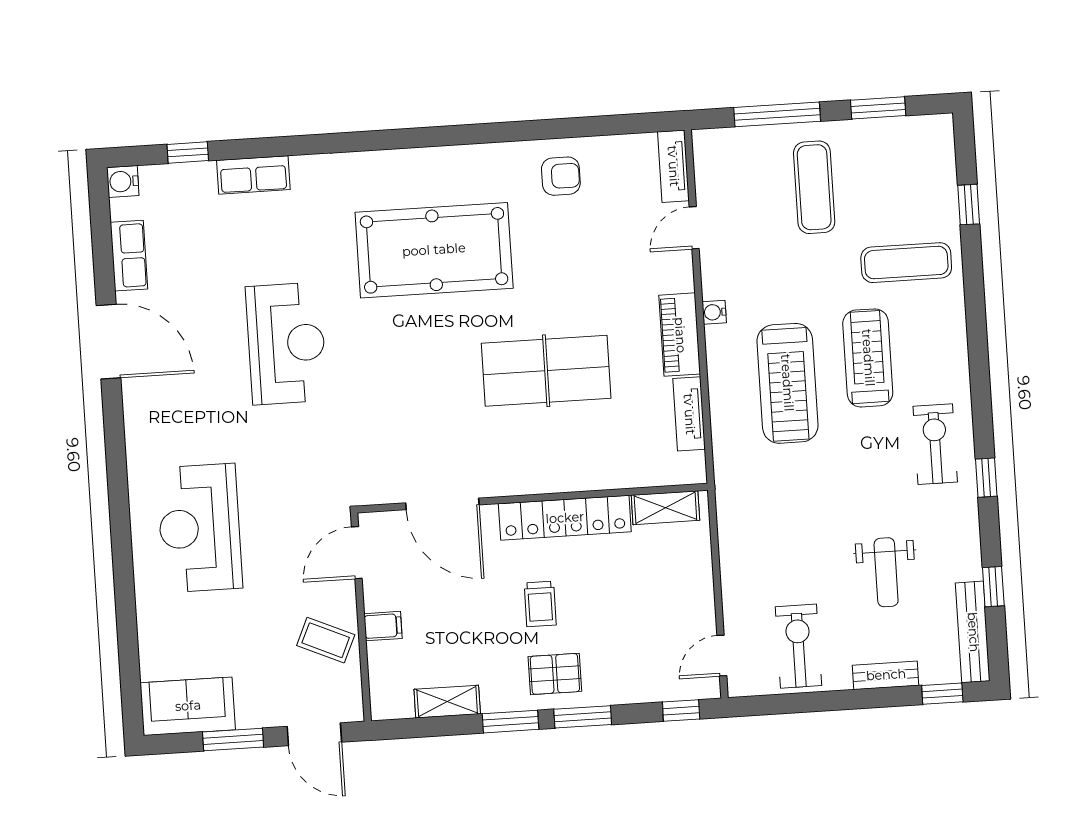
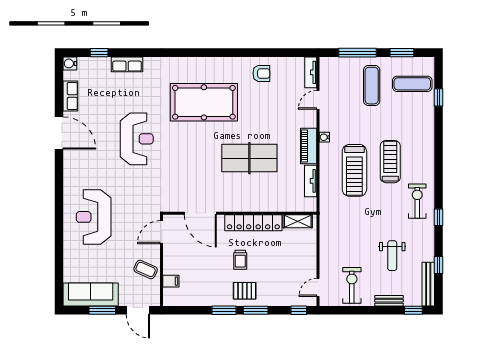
exercise mat: (906, 263) -> (412, 84), moved
filing cabinet: (383, 626) -> (171, 281), moved
shelving: (447, 702) -> (197, 300), removed
sofa: (188, 706) -> (91, 294), width x1.36

